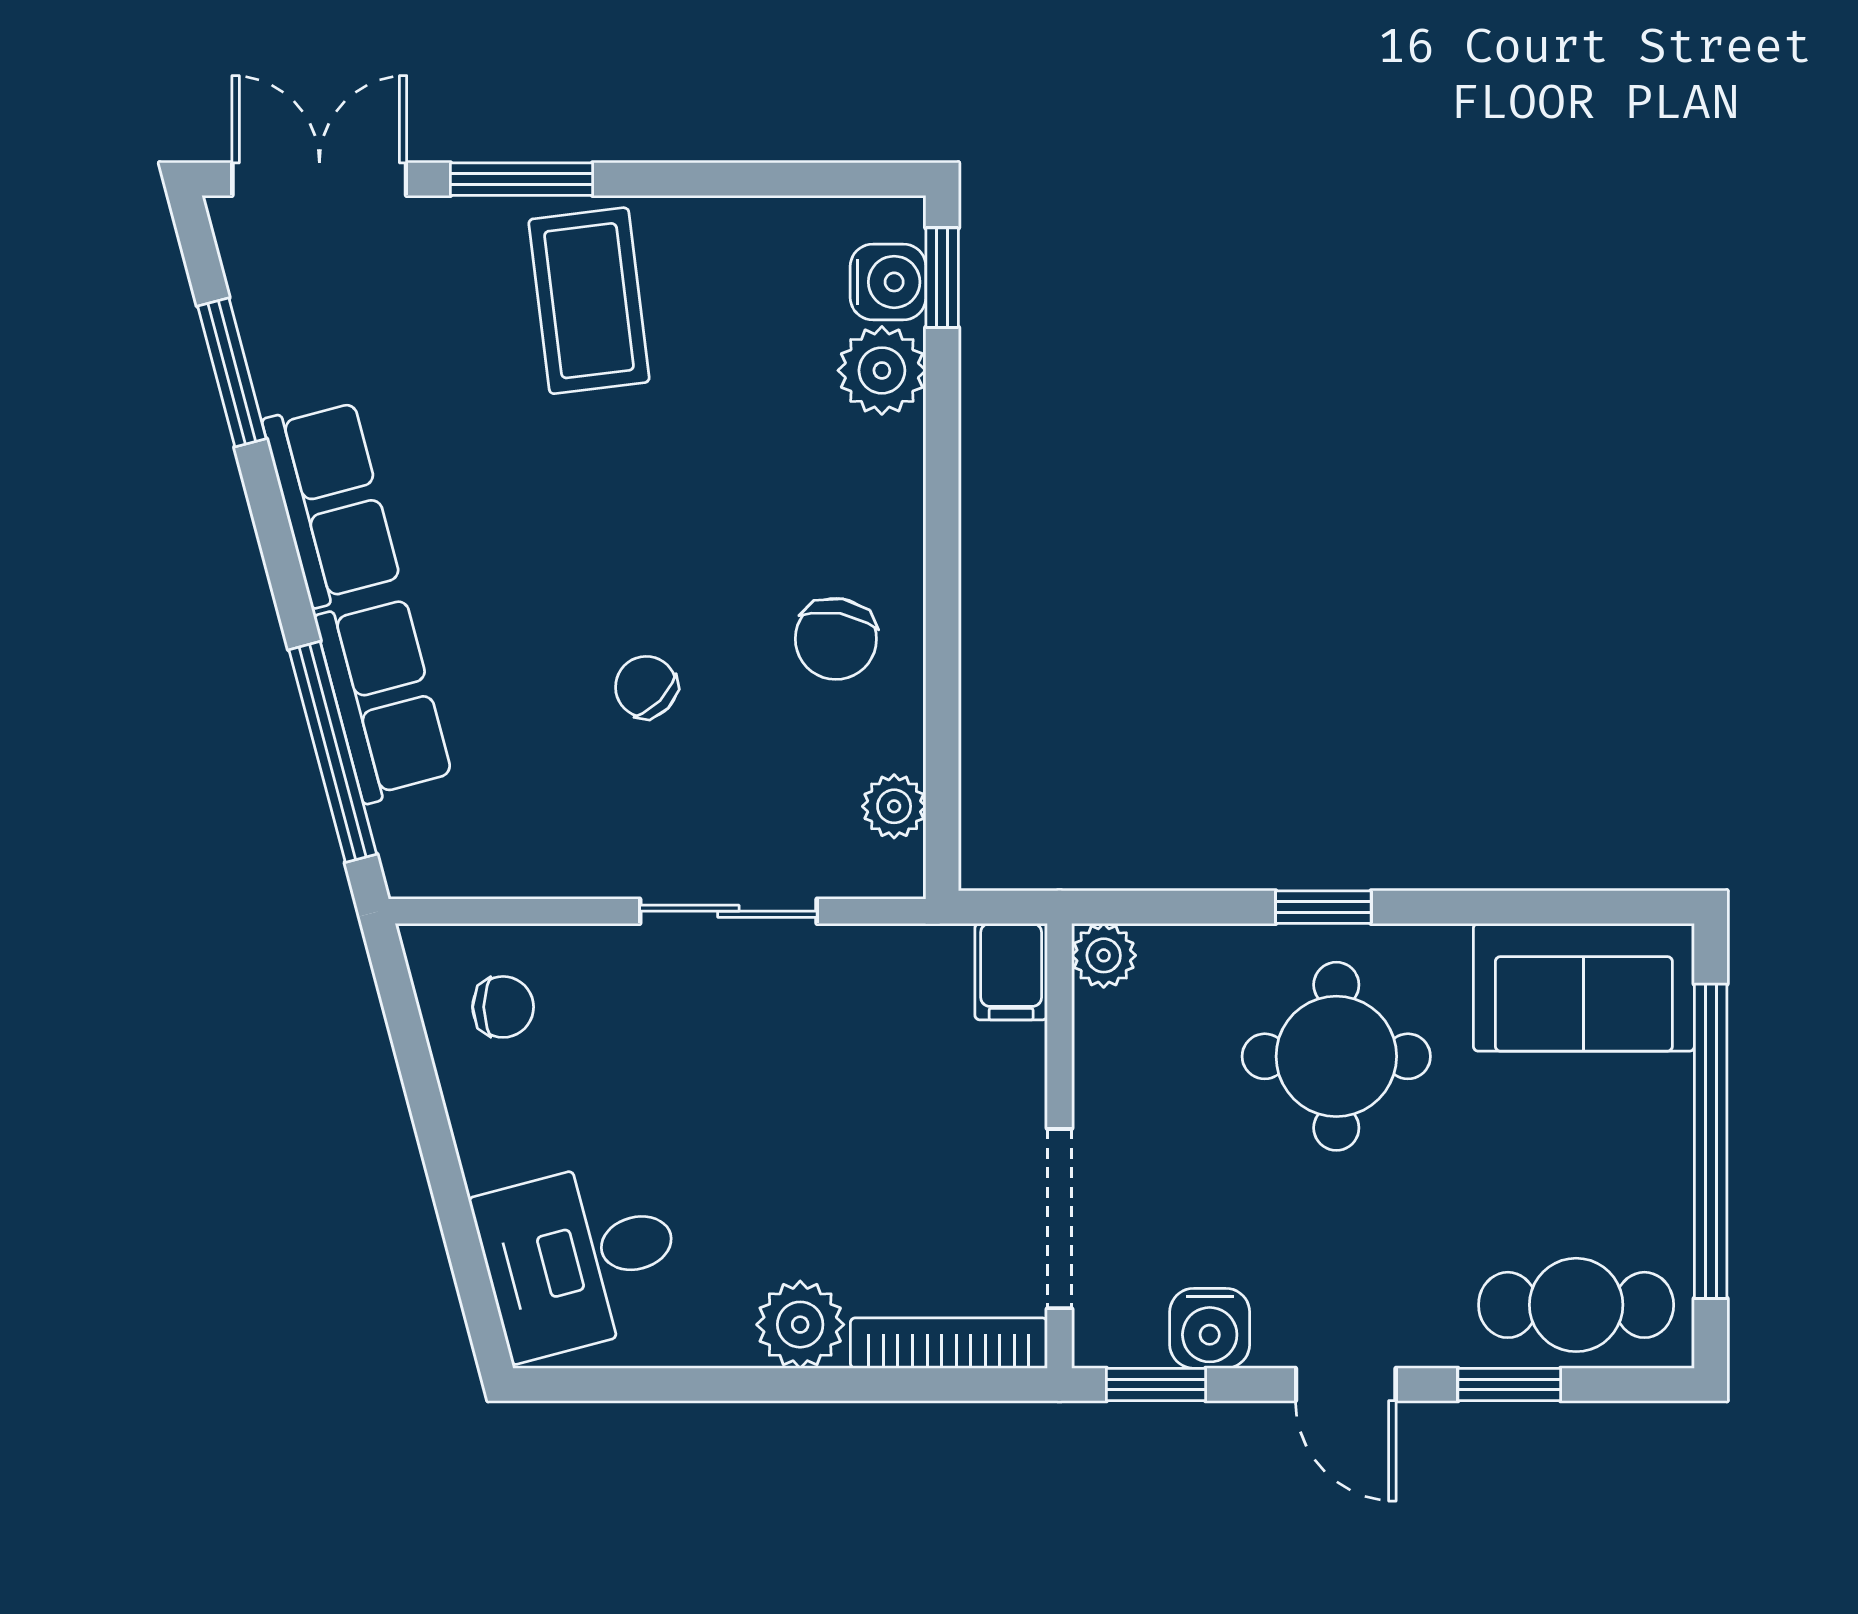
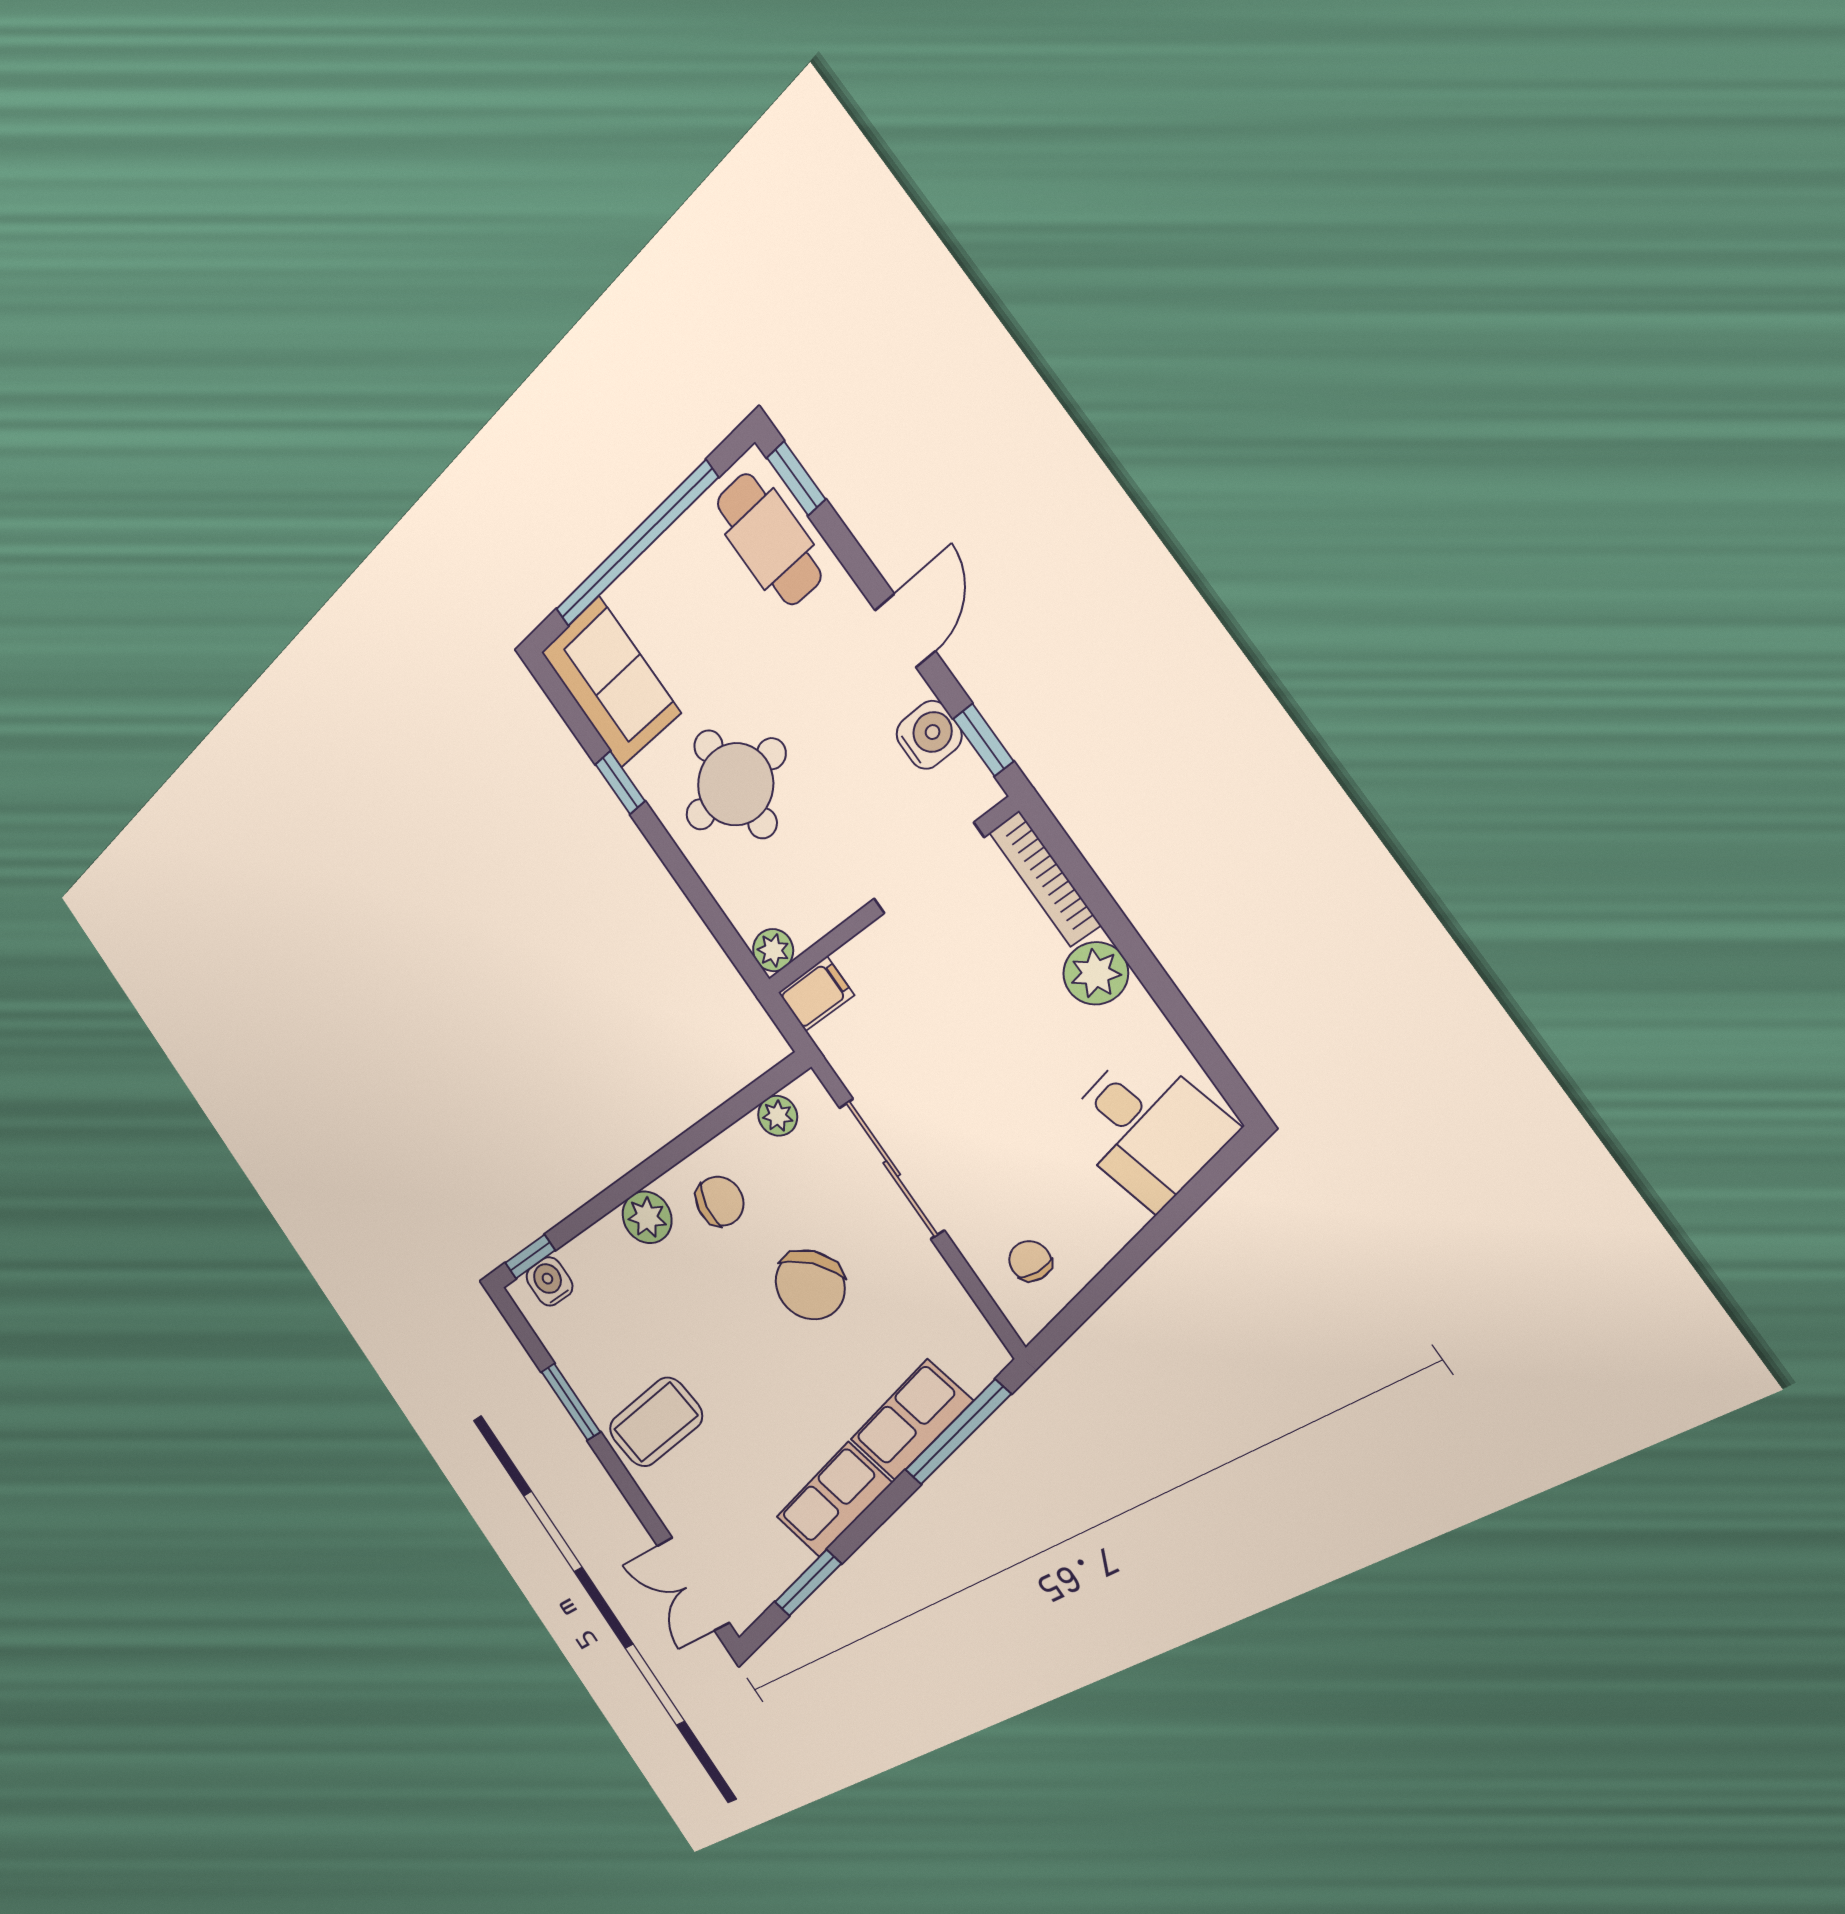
window: (522, 179) -> (571, 1402), moved
plant: (882, 370) -> (647, 1217), moved
chair: (646, 687) -> (810, 1285), width x1.87, depth x1.87
window: (1323, 907) -> (620, 783), moved
sliding door: (728, 911) -> (892, 1169), width x1.37
window: (1509, 1384) -> (796, 478), moved

